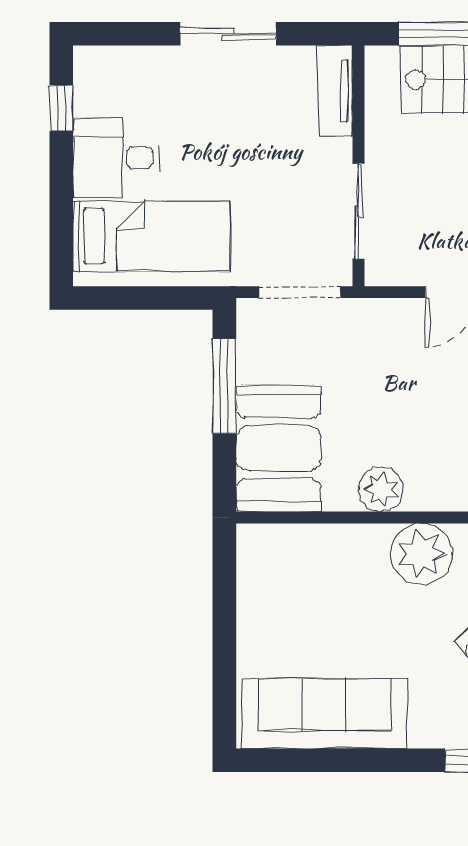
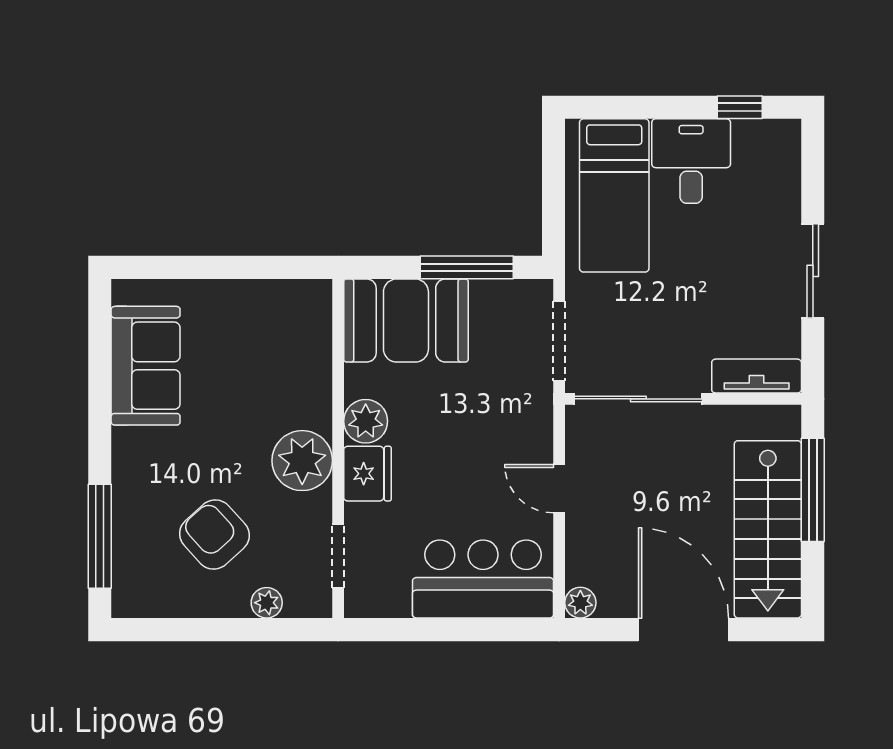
sliding door: (358, 211) -> (638, 399), width x1.37
fridge: (435, 488) -> (367, 474), added
sofa: (325, 714) -> (146, 366), width x0.73

